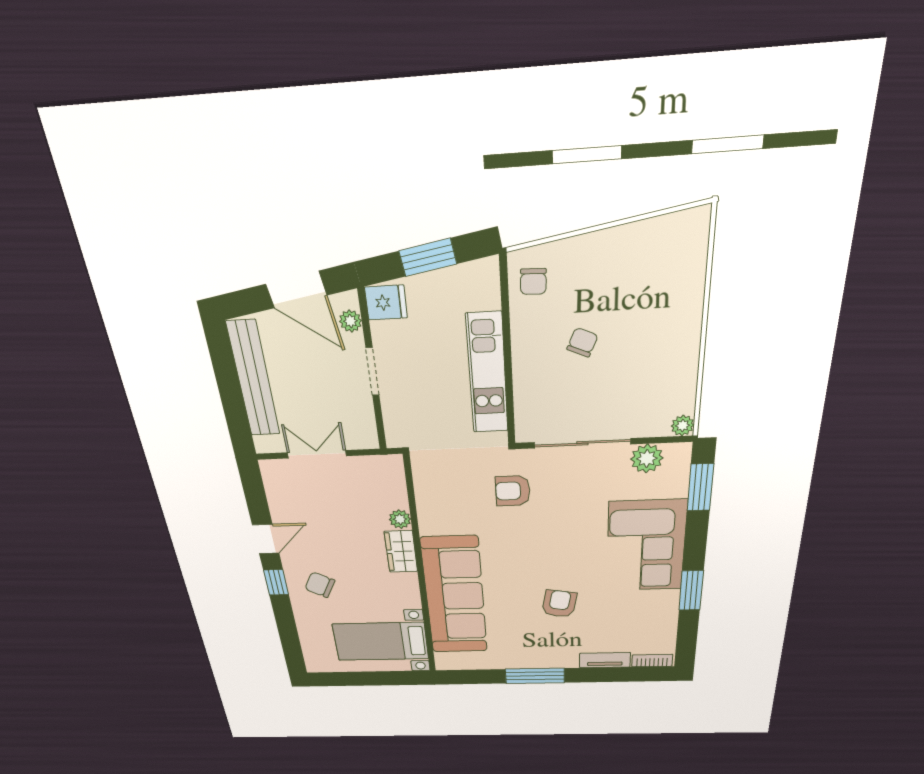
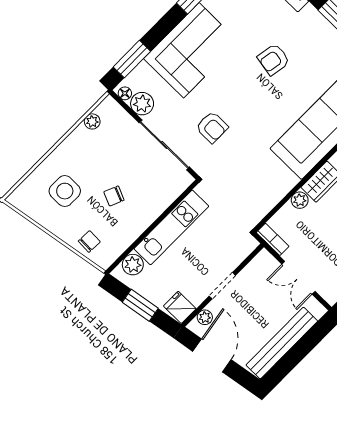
chair: (533, 282) -> (89, 241), moved
side table: (645, 290) -> (65, 191), added
plant: (484, 293) -> (133, 265), added
plant: (683, 426) -> (92, 121), moved
floor lamp: (676, 451) -> (125, 93), added
bookcase: (381, 463) -> (273, 239), added
armchair: (513, 491) -> (212, 127), moved

